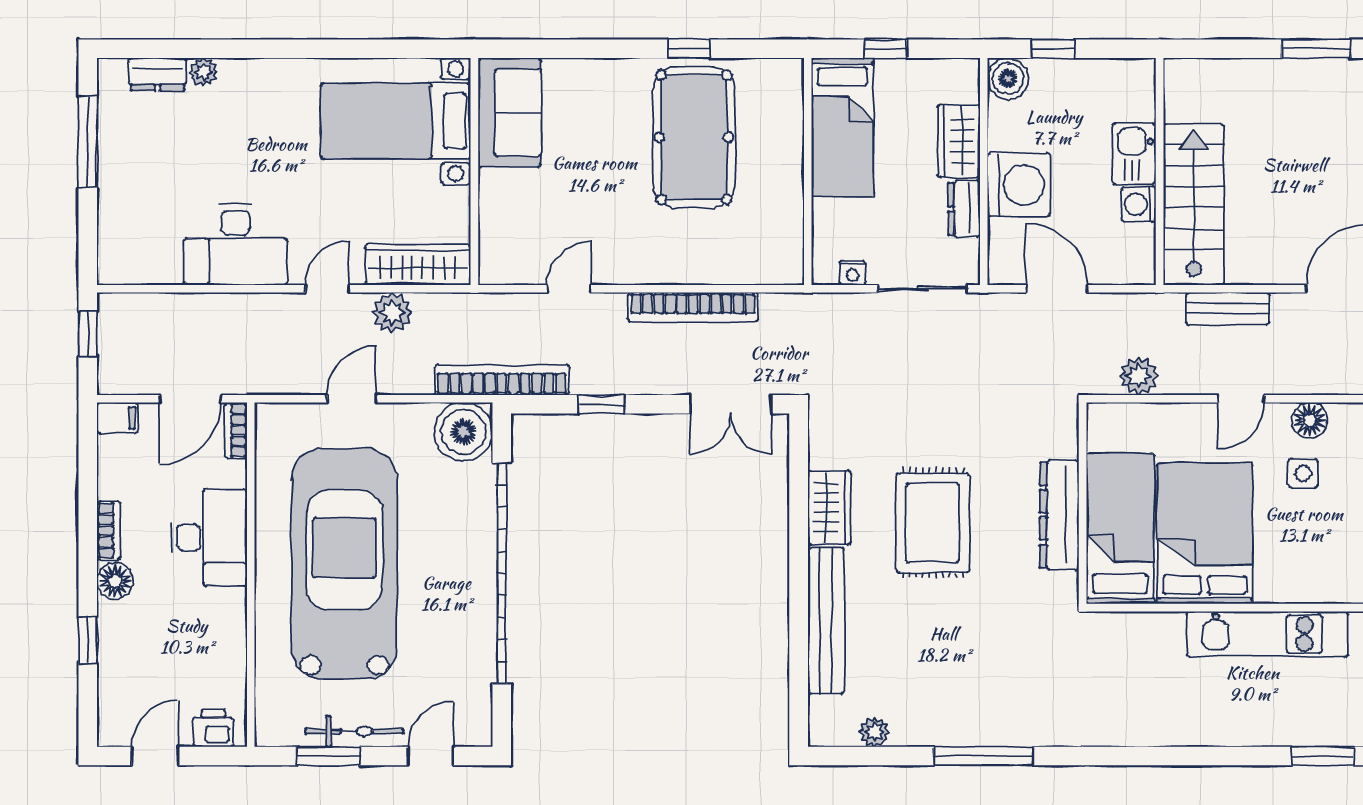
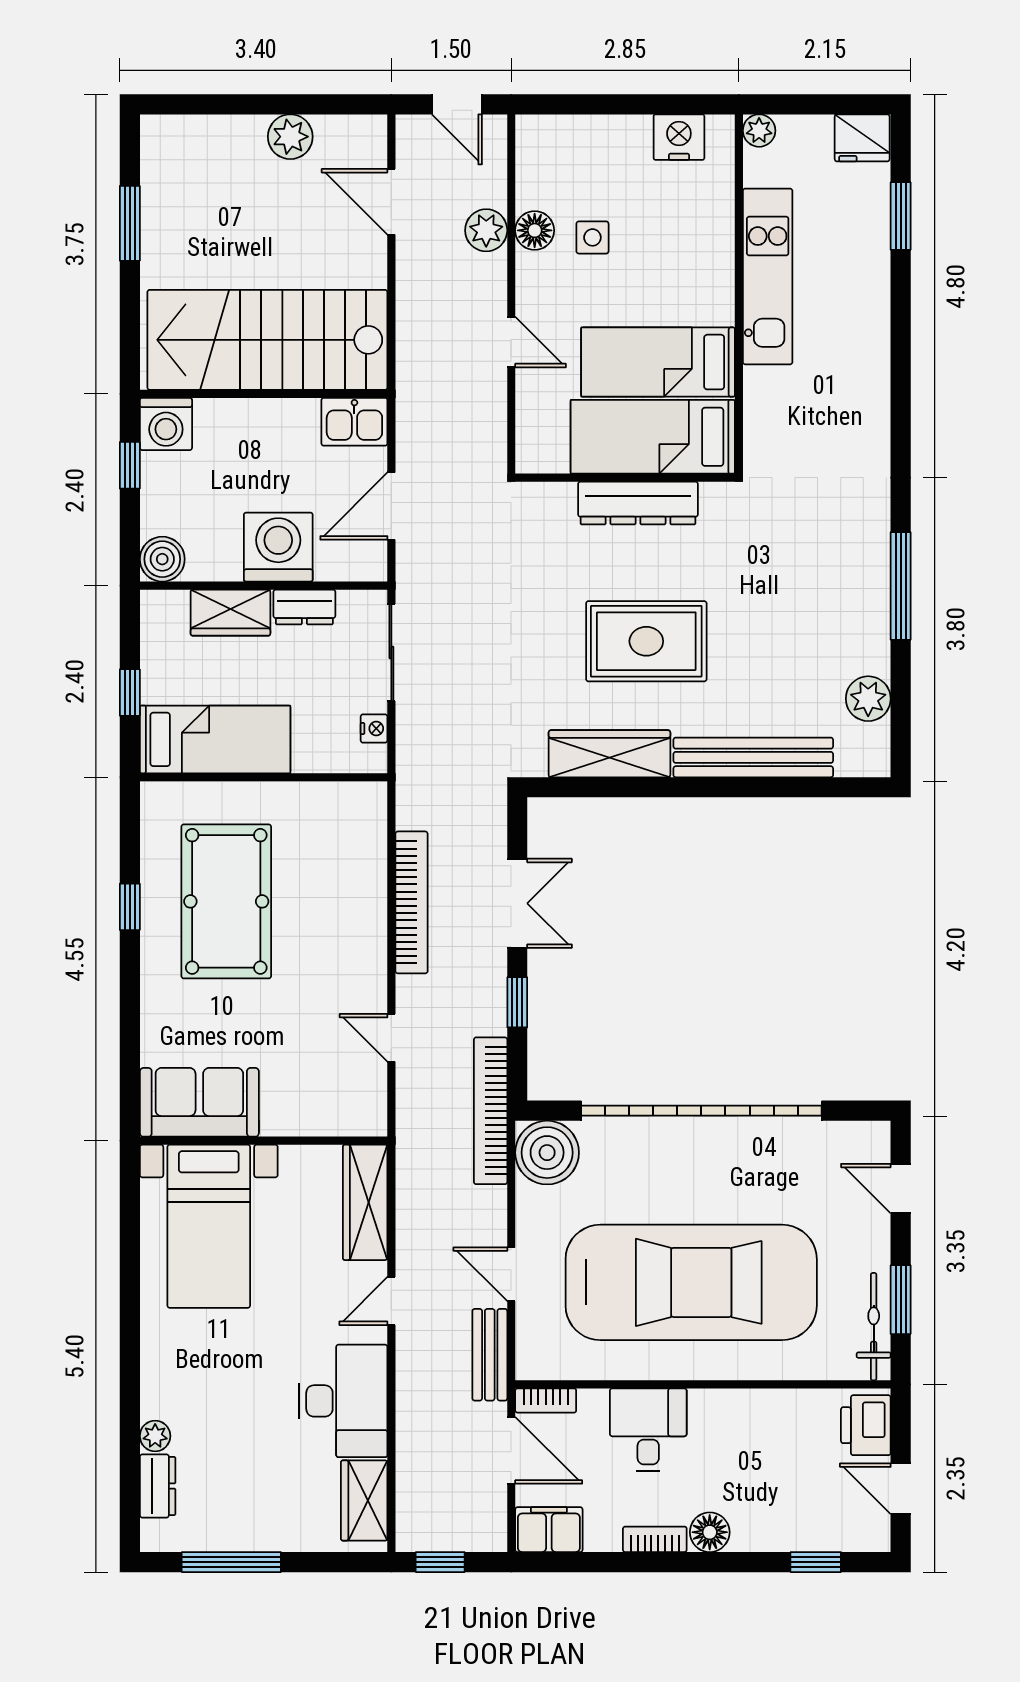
window: (1053, 49) -> (130, 465), moved
pool table: (694, 137) -> (226, 901), turned 90
kitchen sink: (1134, 154) -> (354, 422), moved
washing machine: (1139, 204) -> (166, 424), moved, width x1.38, depth x1.38
stairs: (1194, 204) -> (267, 340), width x1.36, depth x1.51
wardrobe: (144, 264) -> (364, 1500), added
door: (327, 289) -> (391, 1301), hinge flipped
bench: (1228, 309) -> (490, 1355), moved
plant: (392, 313) -> (417, 1230), removed
plant: (1138, 376) -> (486, 230), moved
door: (1241, 399) -> (511, 342), moved
double door: (731, 404) -> (517, 903), moved
filing cabinet: (117, 418) -> (549, 1530), width x2.00
wardrobe: (829, 507) -> (609, 754), width x1.50
bed: (1205, 533) -> (658, 362), width x0.67
desk: (209, 538) -> (648, 1430), width x0.73
car: (344, 564) -> (691, 1282), turned 180
window: (88, 640) -> (816, 1562), moved
printer: (213, 729) -> (866, 1425), width x1.36, depth x1.24
bicycle: (354, 731) -> (874, 1327), moved
plant: (874, 732) -> (868, 699), width x1.38, depth x1.38

